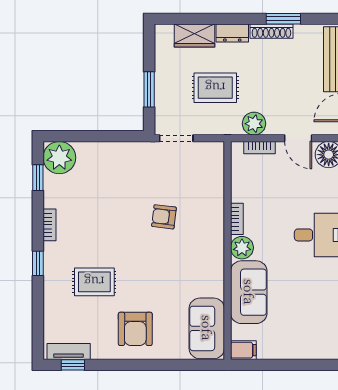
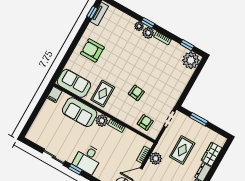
armchair: (204, 174) -> (145, 122), added
plant: (54, 253) -> (148, 33), added
plant: (52, 275) -> (139, 26), added
rug: (94, 282) -> (103, 94), moved

